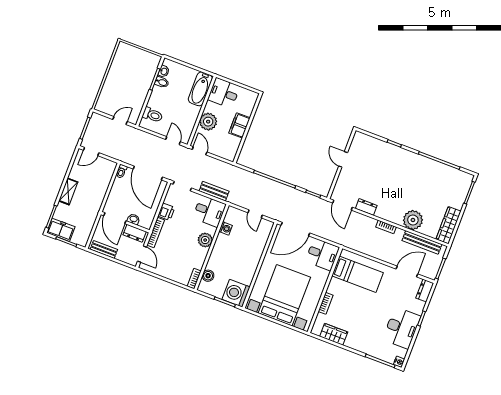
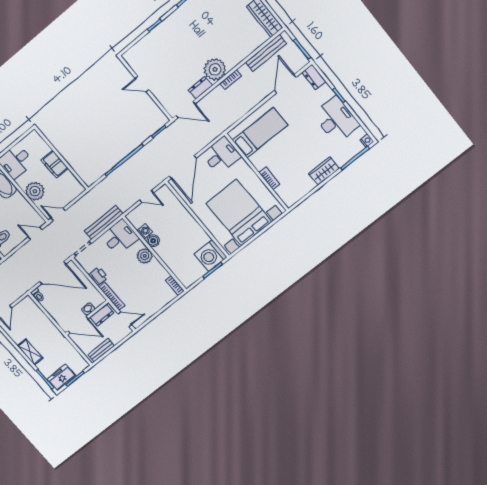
bench: (214, 191) -> (104, 222), width x1.36
plant: (413, 220) -> (215, 69), moved
boiler: (208, 276) -> (153, 241), moved
wardrobe: (334, 334) -> (324, 171), moved

